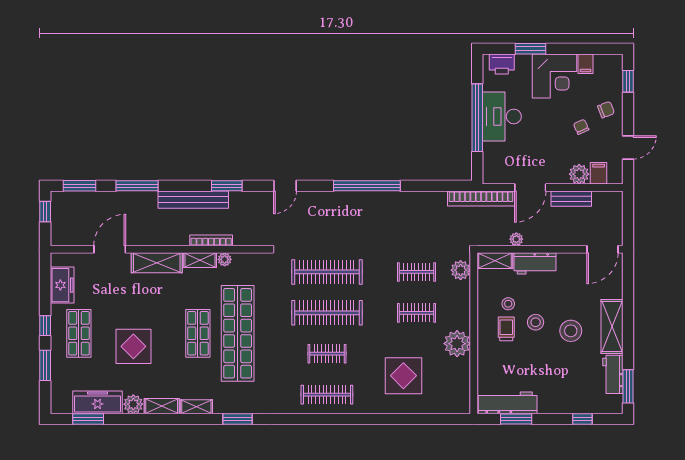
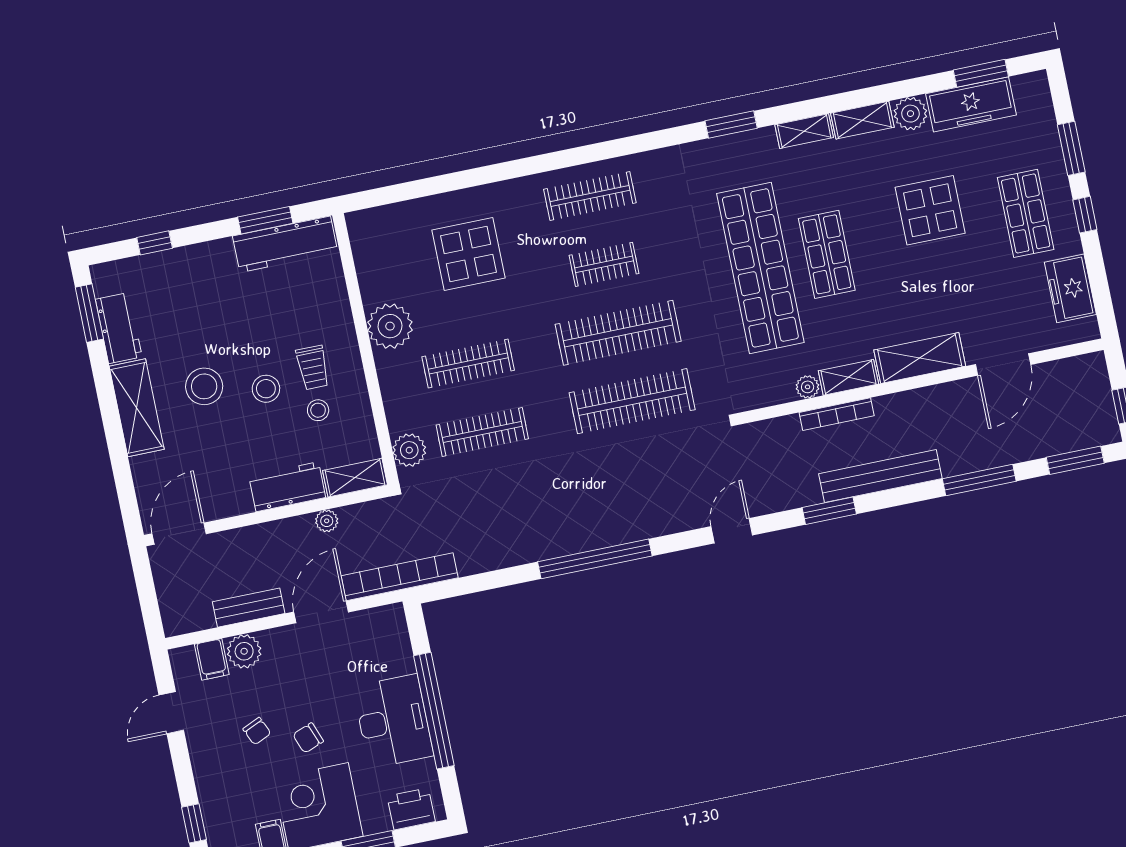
chair: (606, 110) -> (308, 738), moved
clothes rail: (417, 272) -> (482, 432), width x1.36
clothes rail: (417, 313) -> (468, 364), width x1.36

